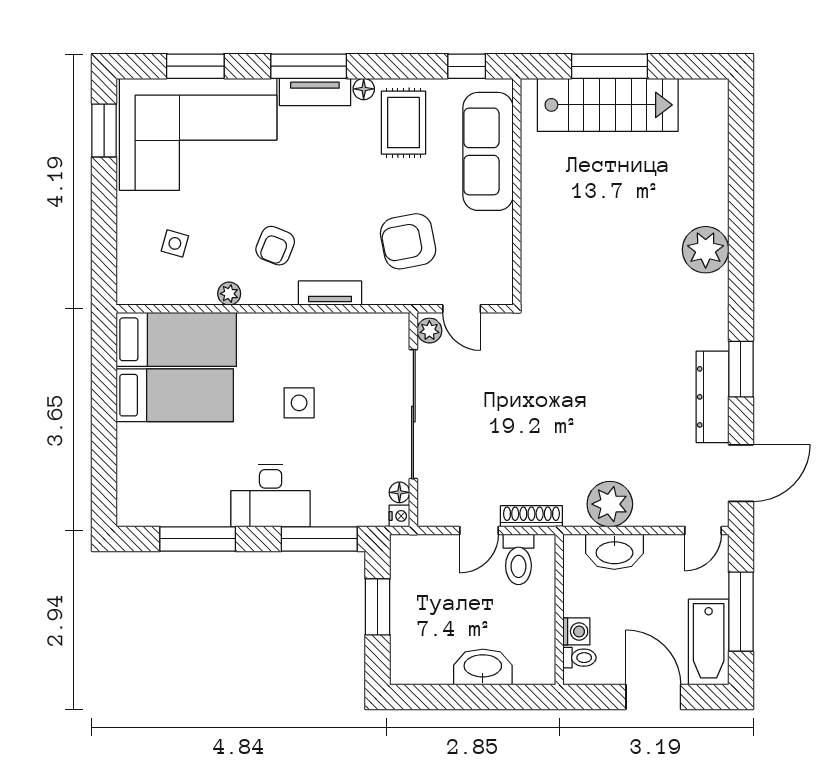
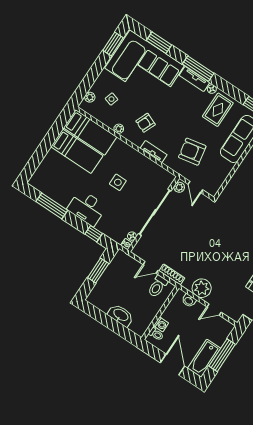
plant: (128, 269) -> (90, 97), added
door: (703, 530) -> (214, 310), moved
window: (319, 539) -> (94, 234), width x0.46
washbasin: (614, 552) -> (189, 301), width x0.52, depth x0.69

